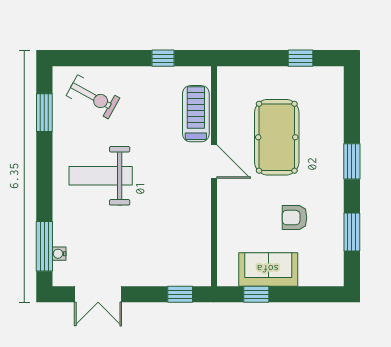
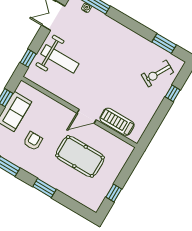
window: (163, 58) -> (173, 93), moved
treadmill: (196, 114) -> (117, 122), turned 180
weight bench: (101, 176) -> (60, 59), moved, turned 90

